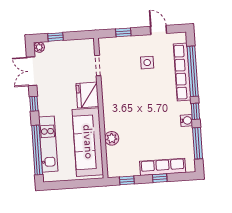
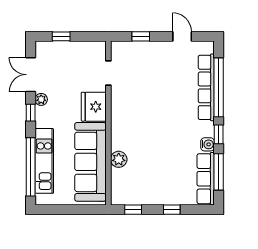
plant: (39, 47) -> (41, 99), moved
side table: (147, 63) -> (166, 74), removed
row of seats: (163, 167) -> (206, 179), moved, turned -90

